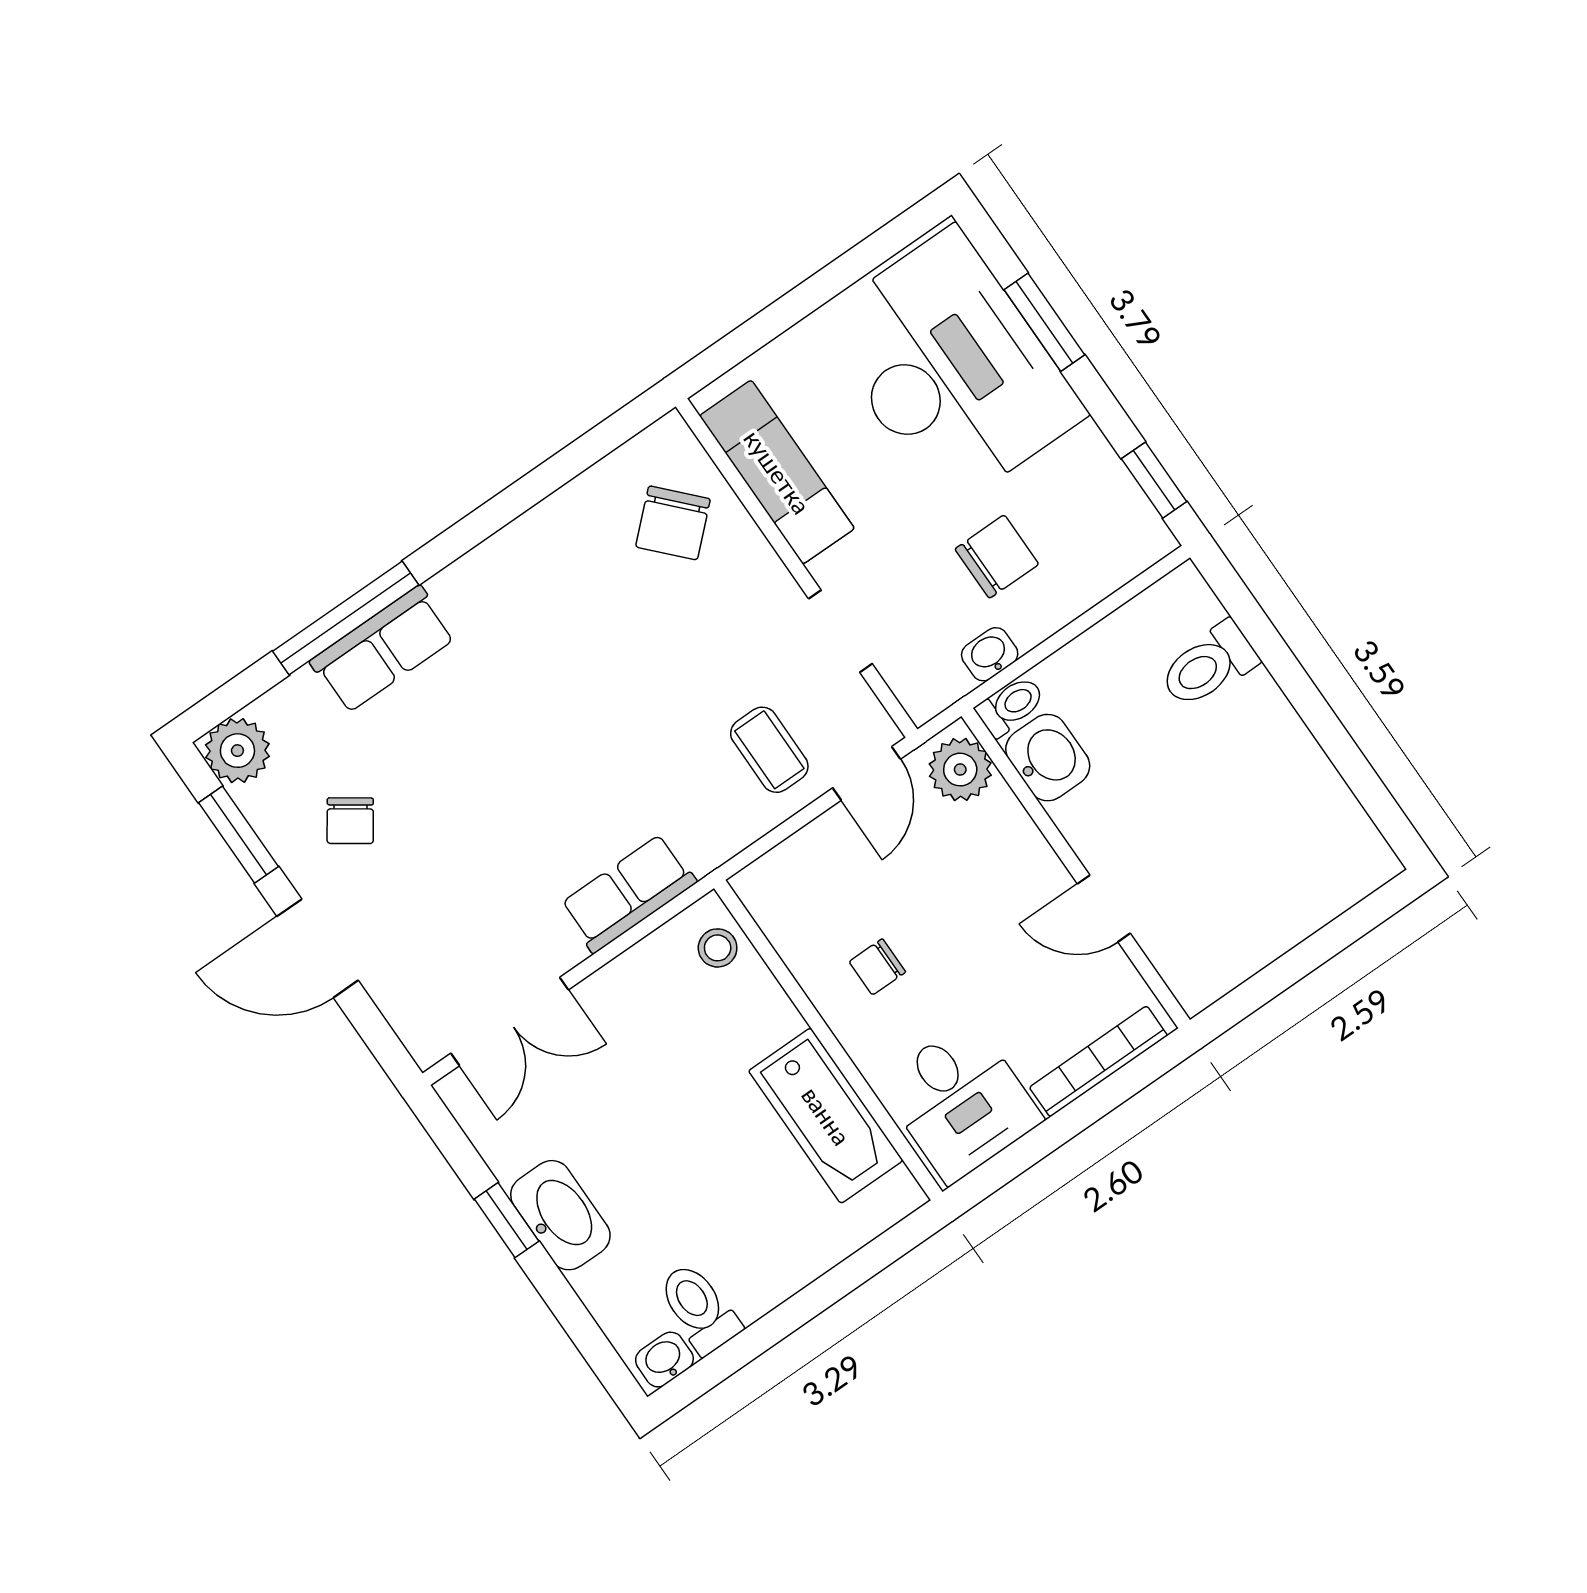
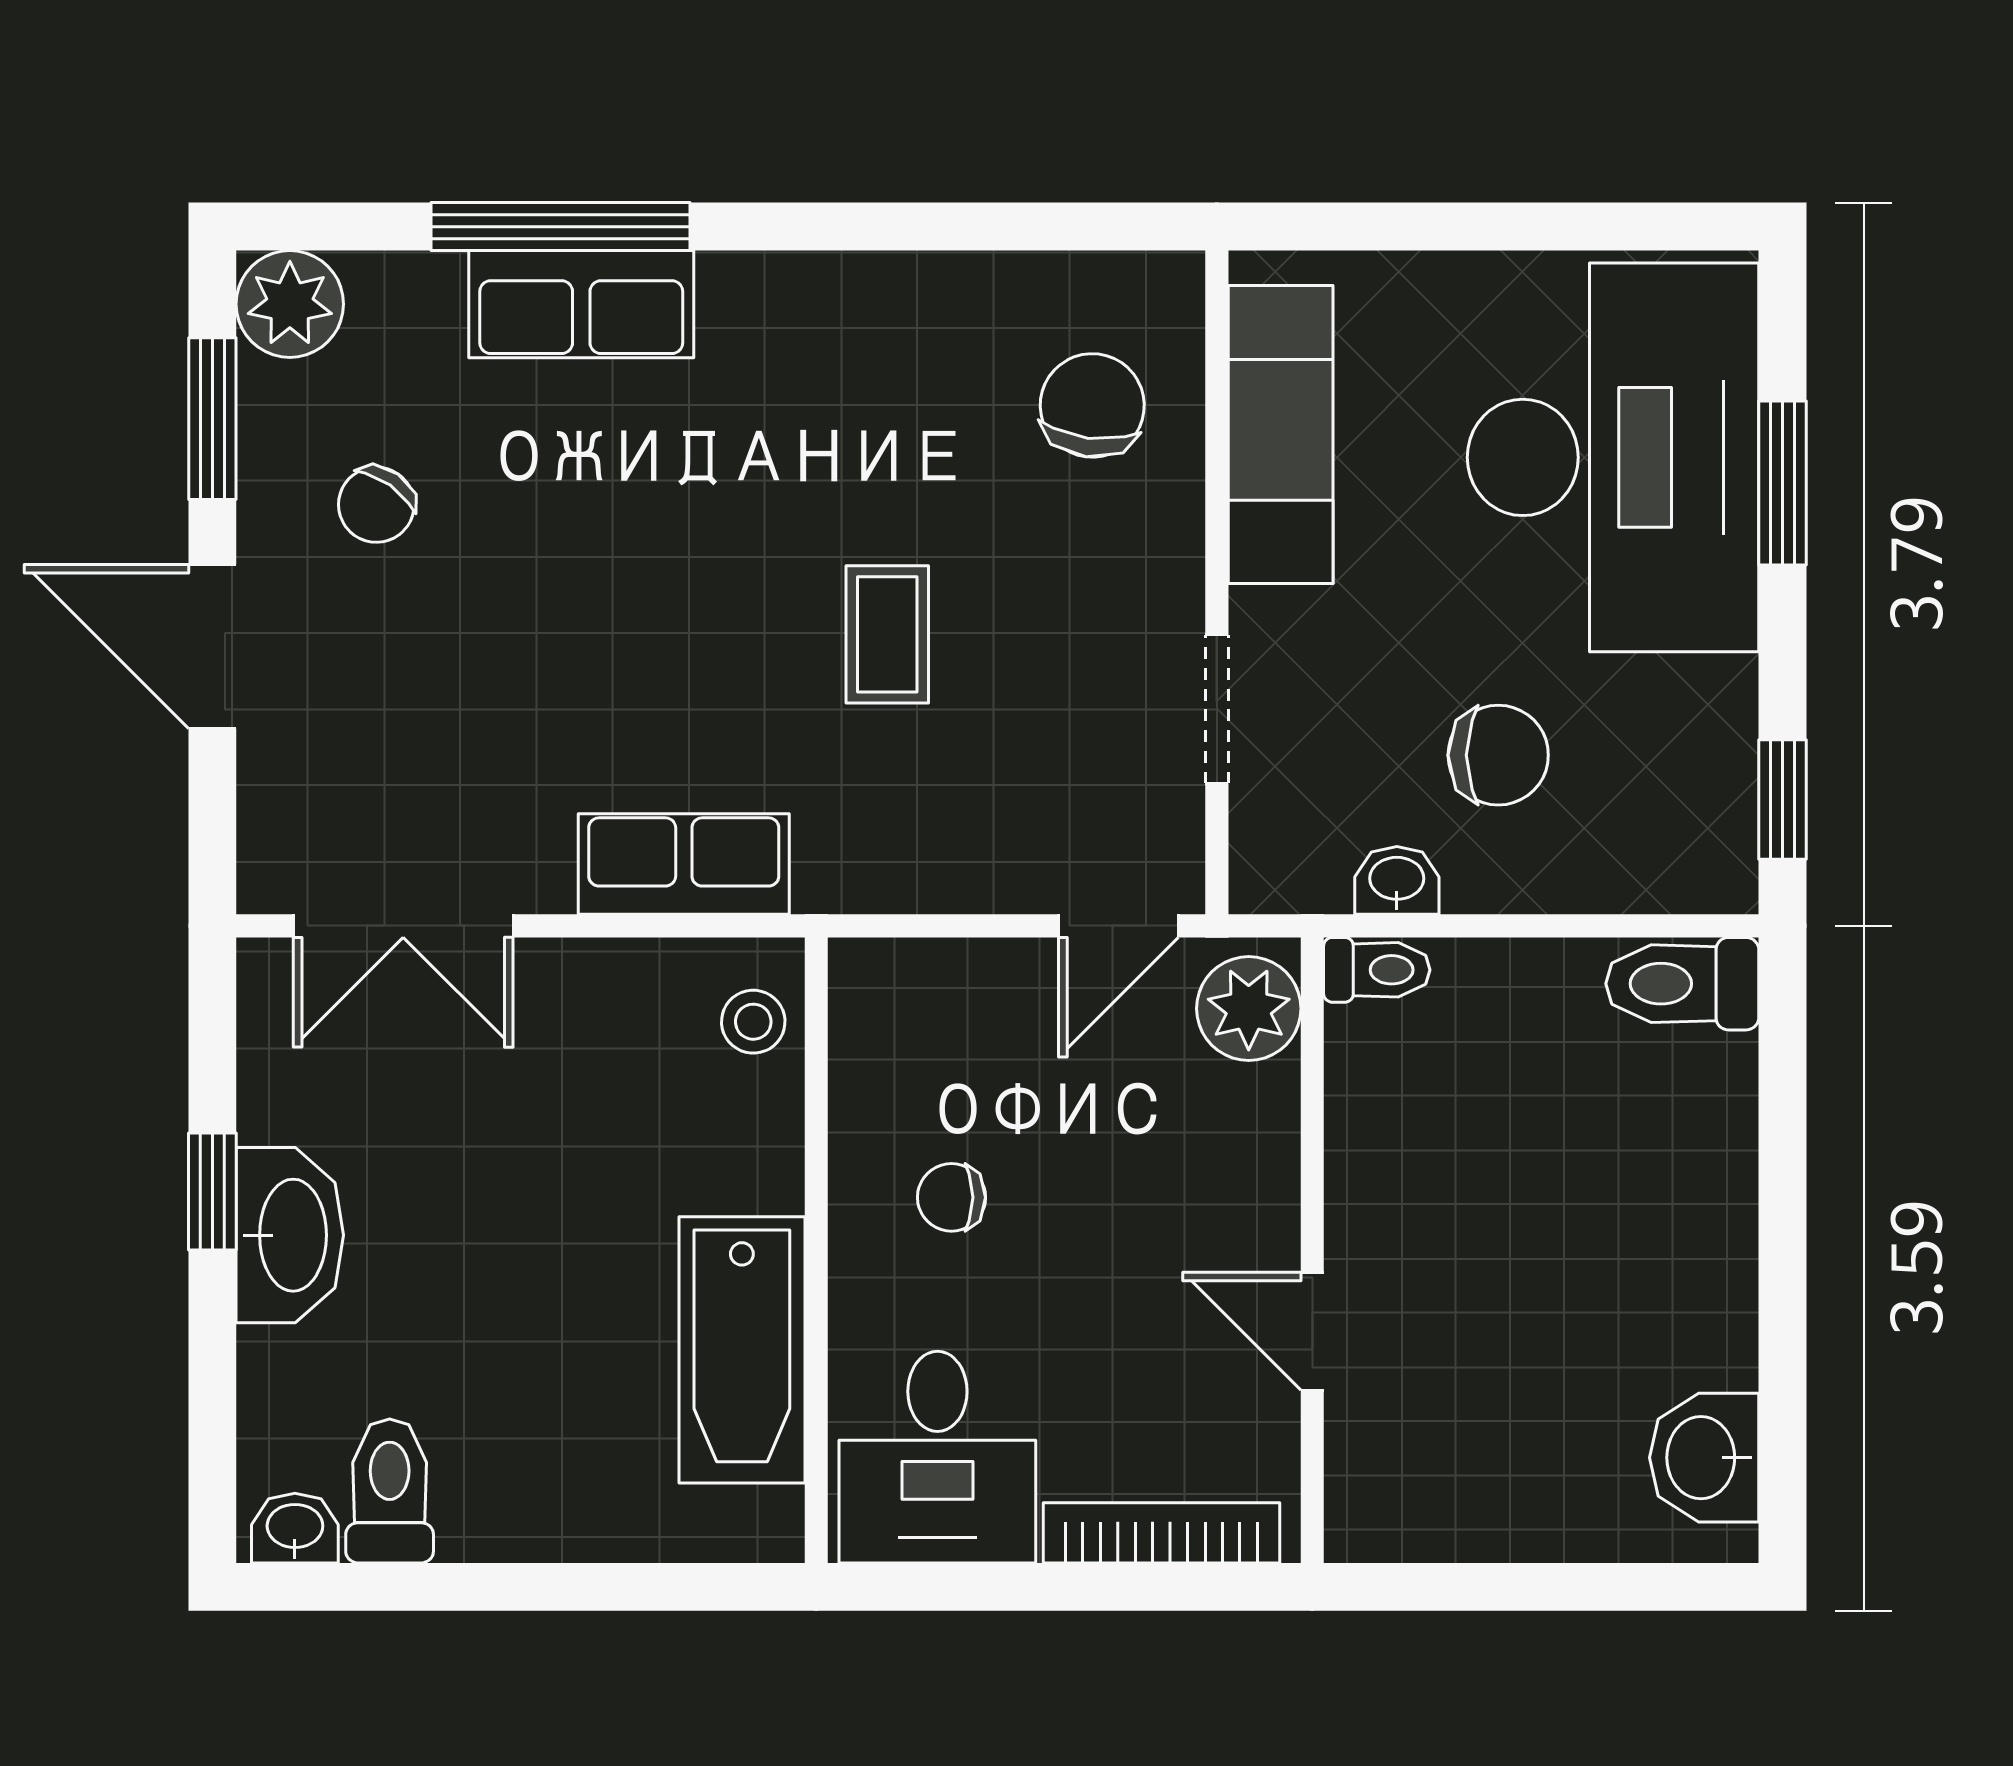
chair: (673, 523) -> (1092, 405), turned 140
toilet: (1208, 665) -> (1682, 984), moved
coffee table: (769, 750) -> (887, 634), moved
washbasin: (1048, 758) -> (1704, 1458), moved, turned 180

